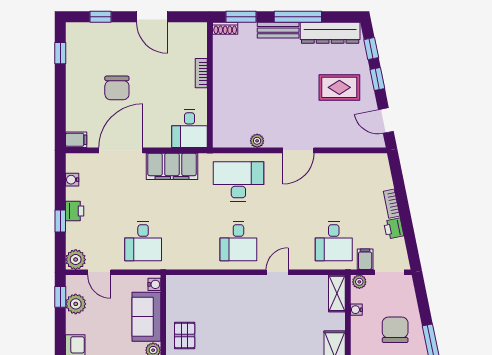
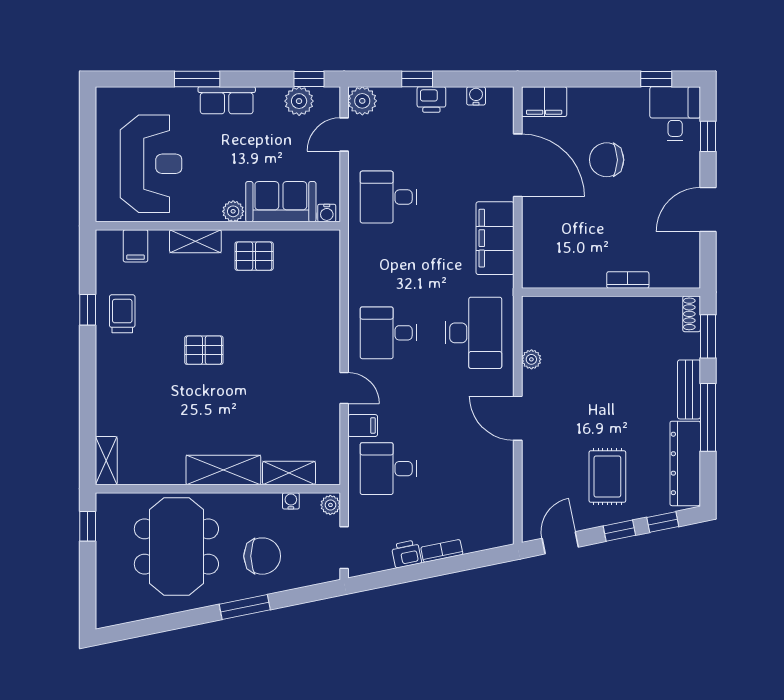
desk: (190, 129) -> (675, 114), moved, turned 90
filing cabinet: (76, 140) -> (544, 102), width x2.00
filing cabinet: (365, 259) -> (363, 426), moved
shelving: (337, 293) -> (289, 473), moved

